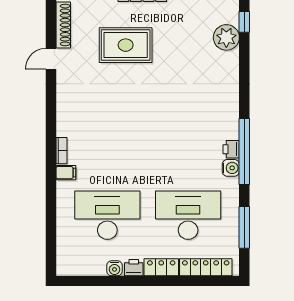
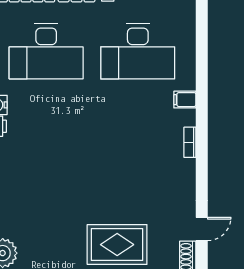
bookcase: (61, 151) -> (190, 142), moved

